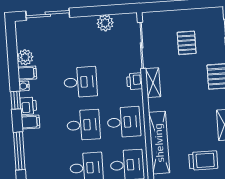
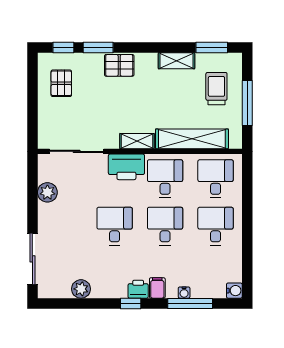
pallet: (187, 43) -> (61, 83), moved, turned 90
filing cabinet: (27, 73) -> (100, 288), removed
printer: (135, 81) -> (126, 167), width x1.87, depth x1.48
shelving: (153, 83) -> (137, 141), moved
water cooler: (24, 86) -> (184, 293), moved

